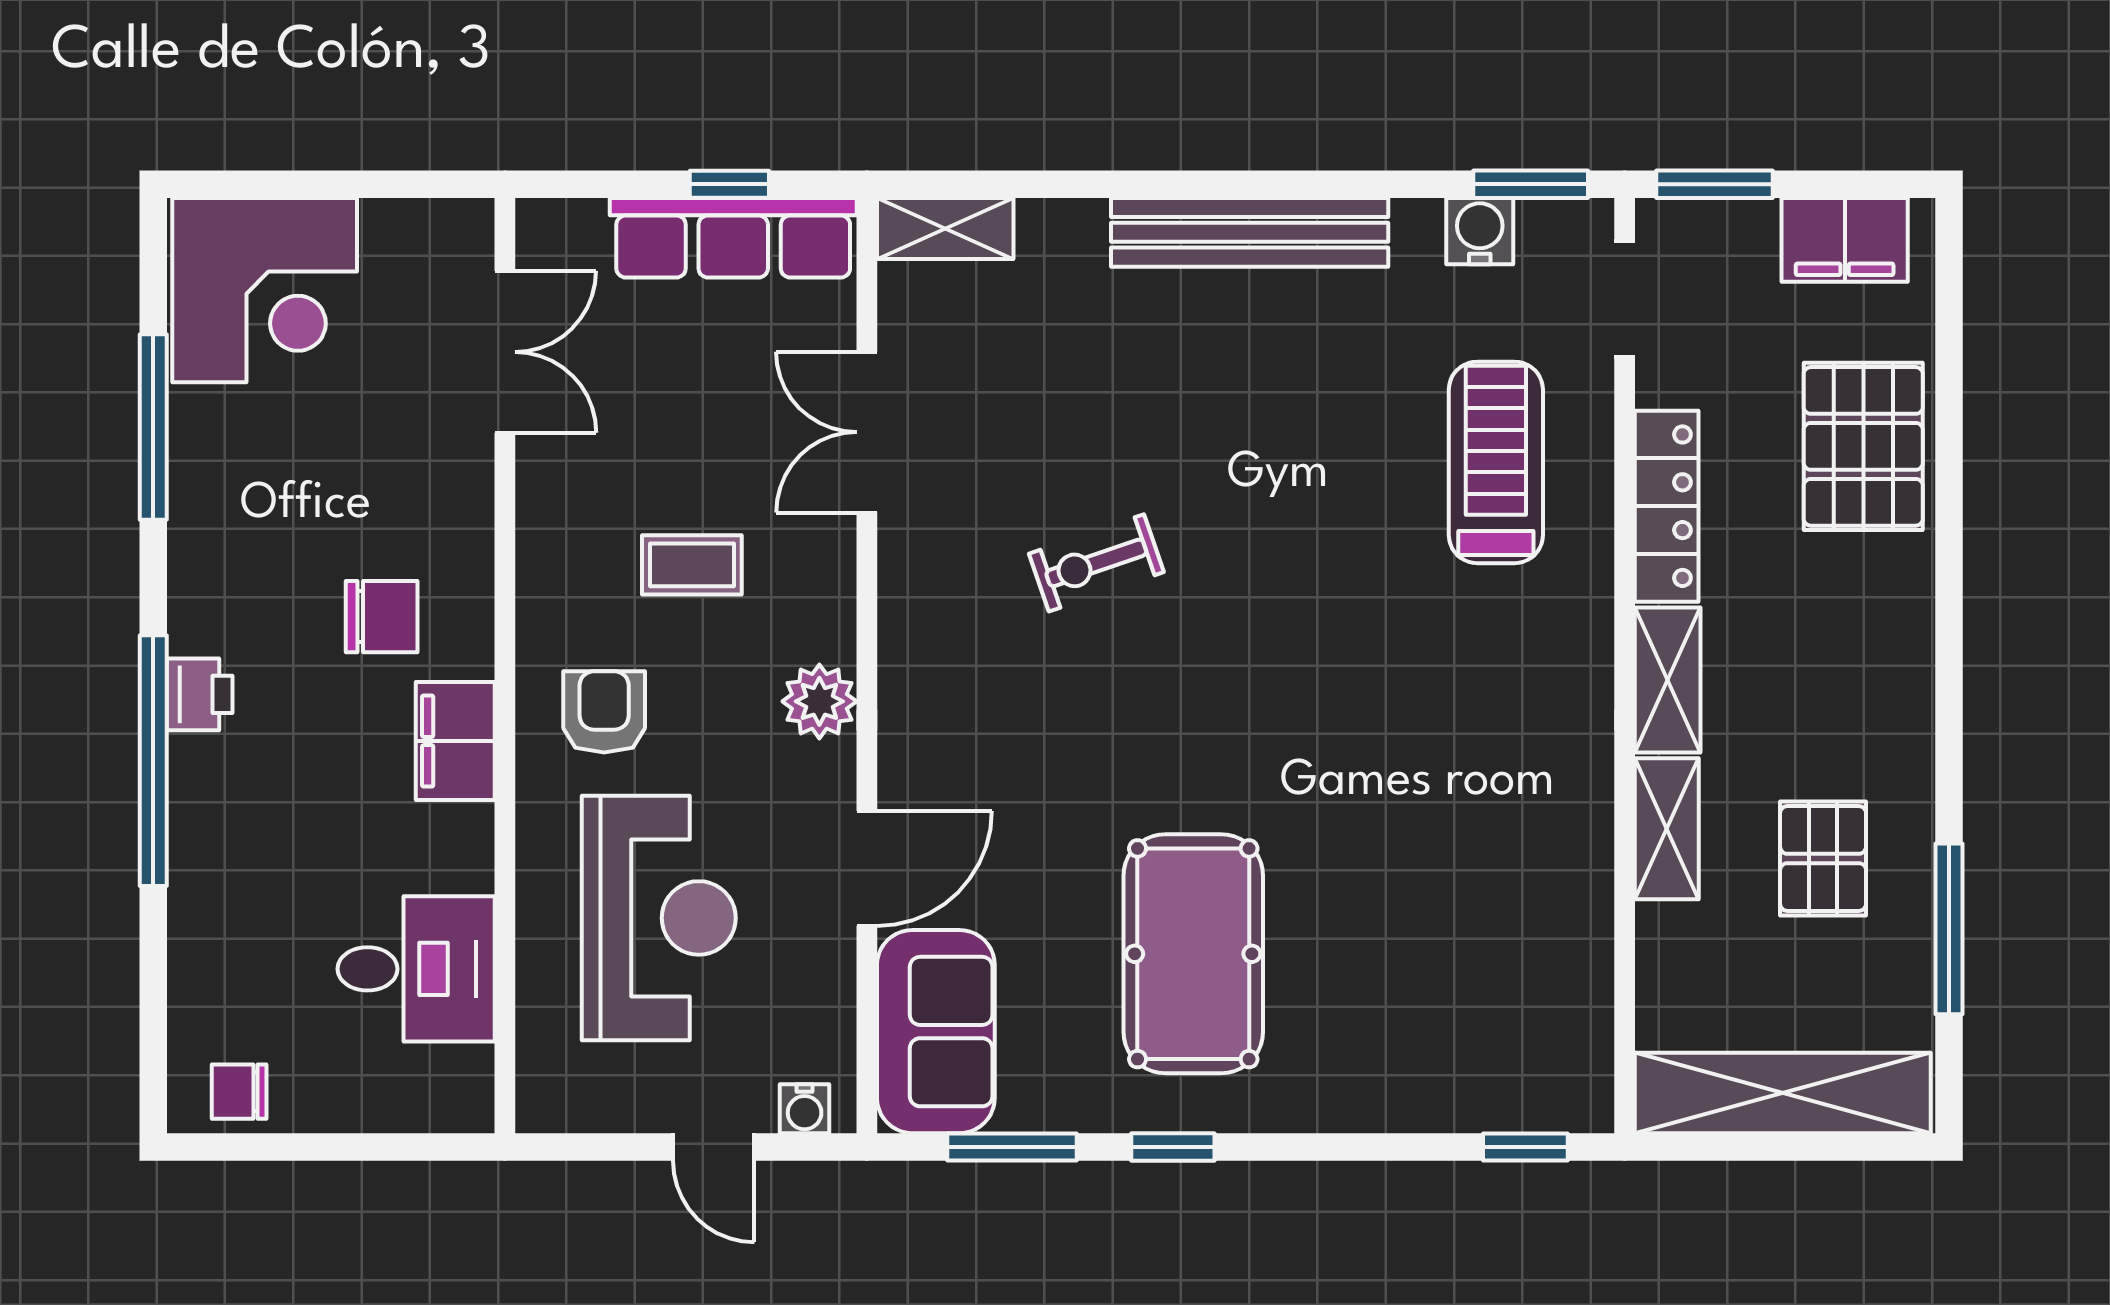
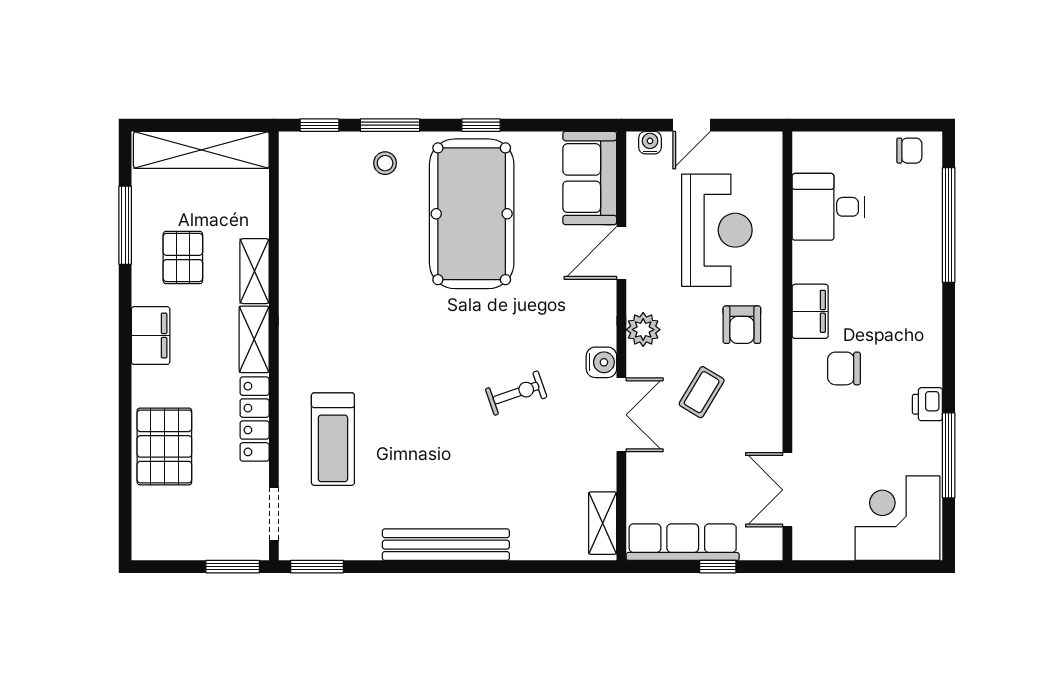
window: (729, 184) -> (718, 567), moved
shelving: (945, 228) -> (603, 523), moved, turned 90
water cooler: (1480, 231) -> (601, 362), moved, turned -90
filing cabinet: (1845, 240) -> (151, 336), moved, turned 90
double door: (867, 432) -> (621, 415), moved
coffee table: (692, 565) -> (702, 392), turned -59
printer: (200, 694) -> (927, 404), moved
window: (153, 761) -> (949, 225), moved
reception desk: (659, 918) -> (717, 230), turned 180
pool table: (1193, 954) -> (472, 214), width x1.36, depth x1.32
stool: (1382, 1064) -> (385, 163), added
door: (714, 1147) -> (692, 125), swing flipped
window: (1012, 1147) -> (390, 125), moved

